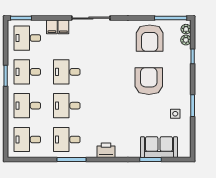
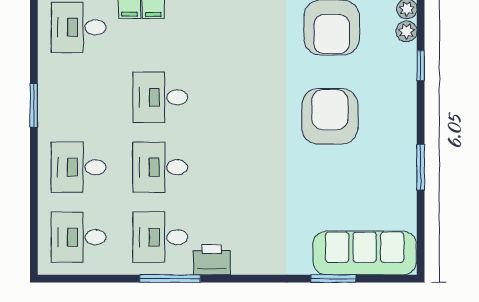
desk: (27, 72) -> (79, 97), removed
side table: (175, 114) -> (385, 184), removed
sofa: (159, 147) -> (365, 253), width x1.36
printer: (106, 150) -> (212, 260), moved

